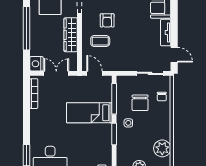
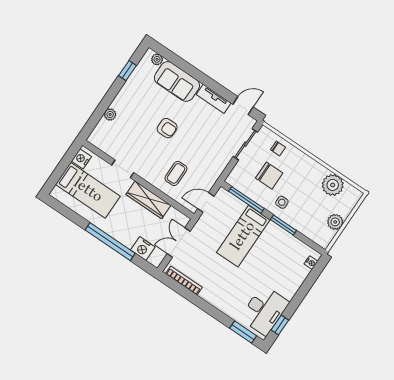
armchair: (107, 20) -> (167, 128), moved
nightstand: (37, 64) -> (143, 248), moved

